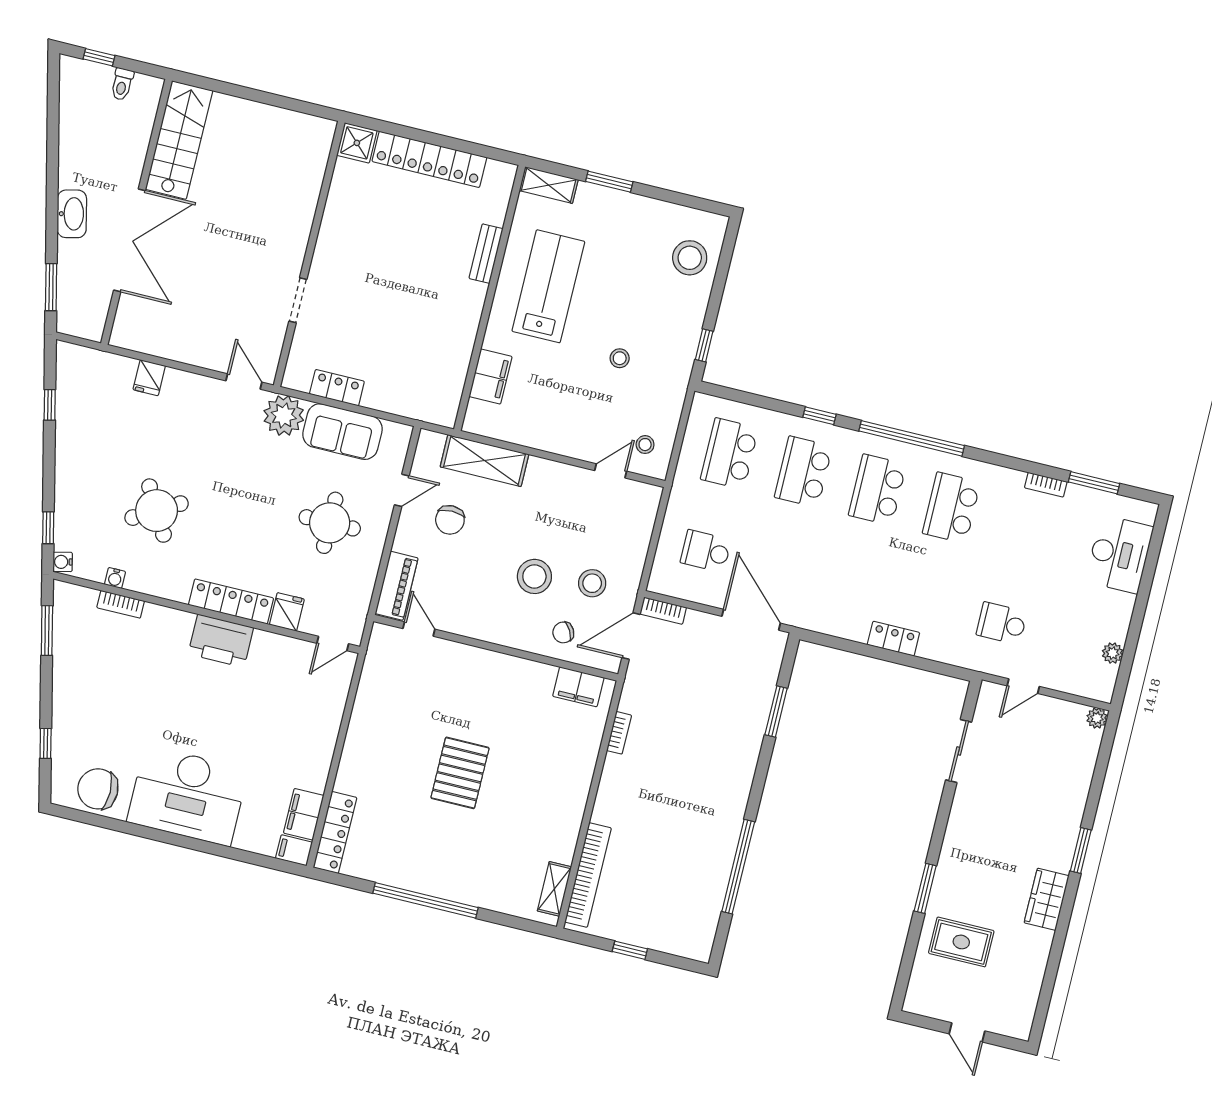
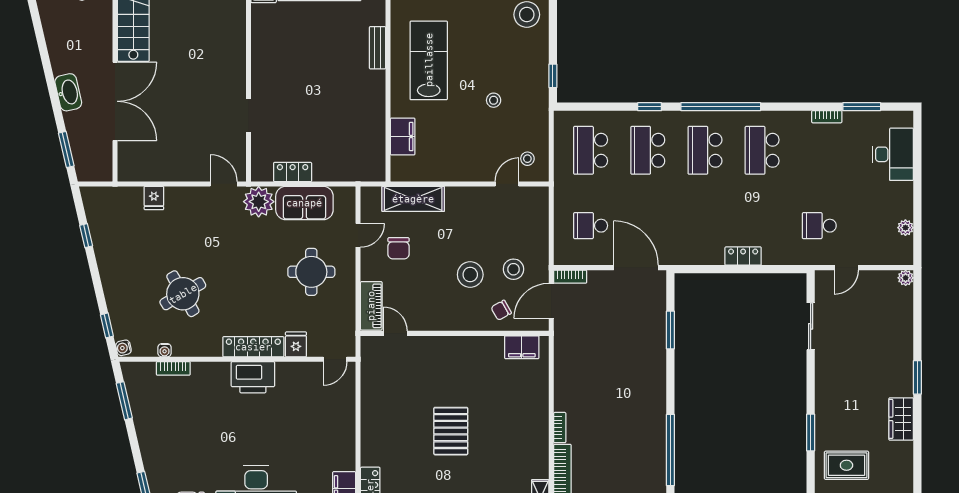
bookcase: (619, 733) -> (560, 428), moved

